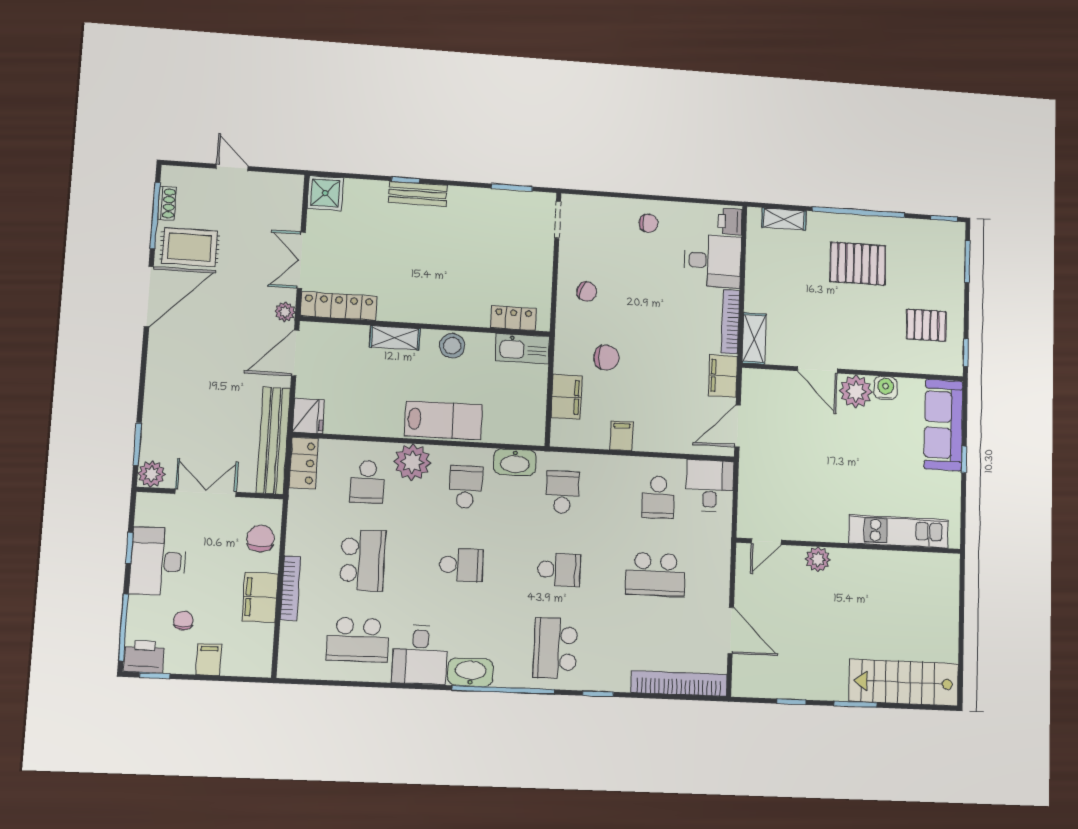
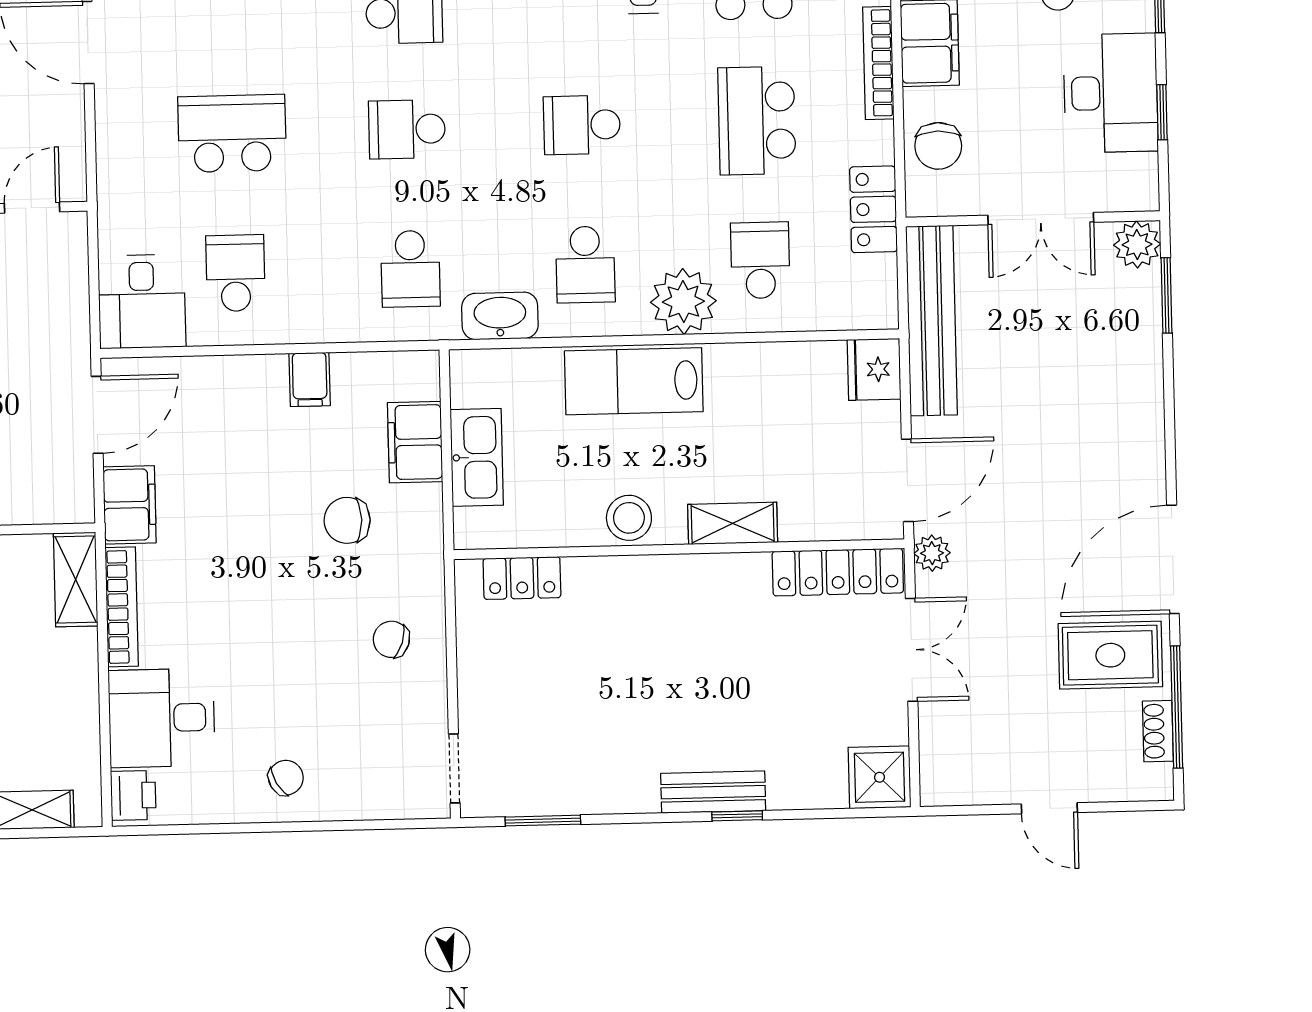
chair: (648, 223) -> (286, 778), turned 150
kitchen sink: (523, 349) -> (477, 457), moved, turned 90
locker: (303, 463) -> (873, 209), moved

